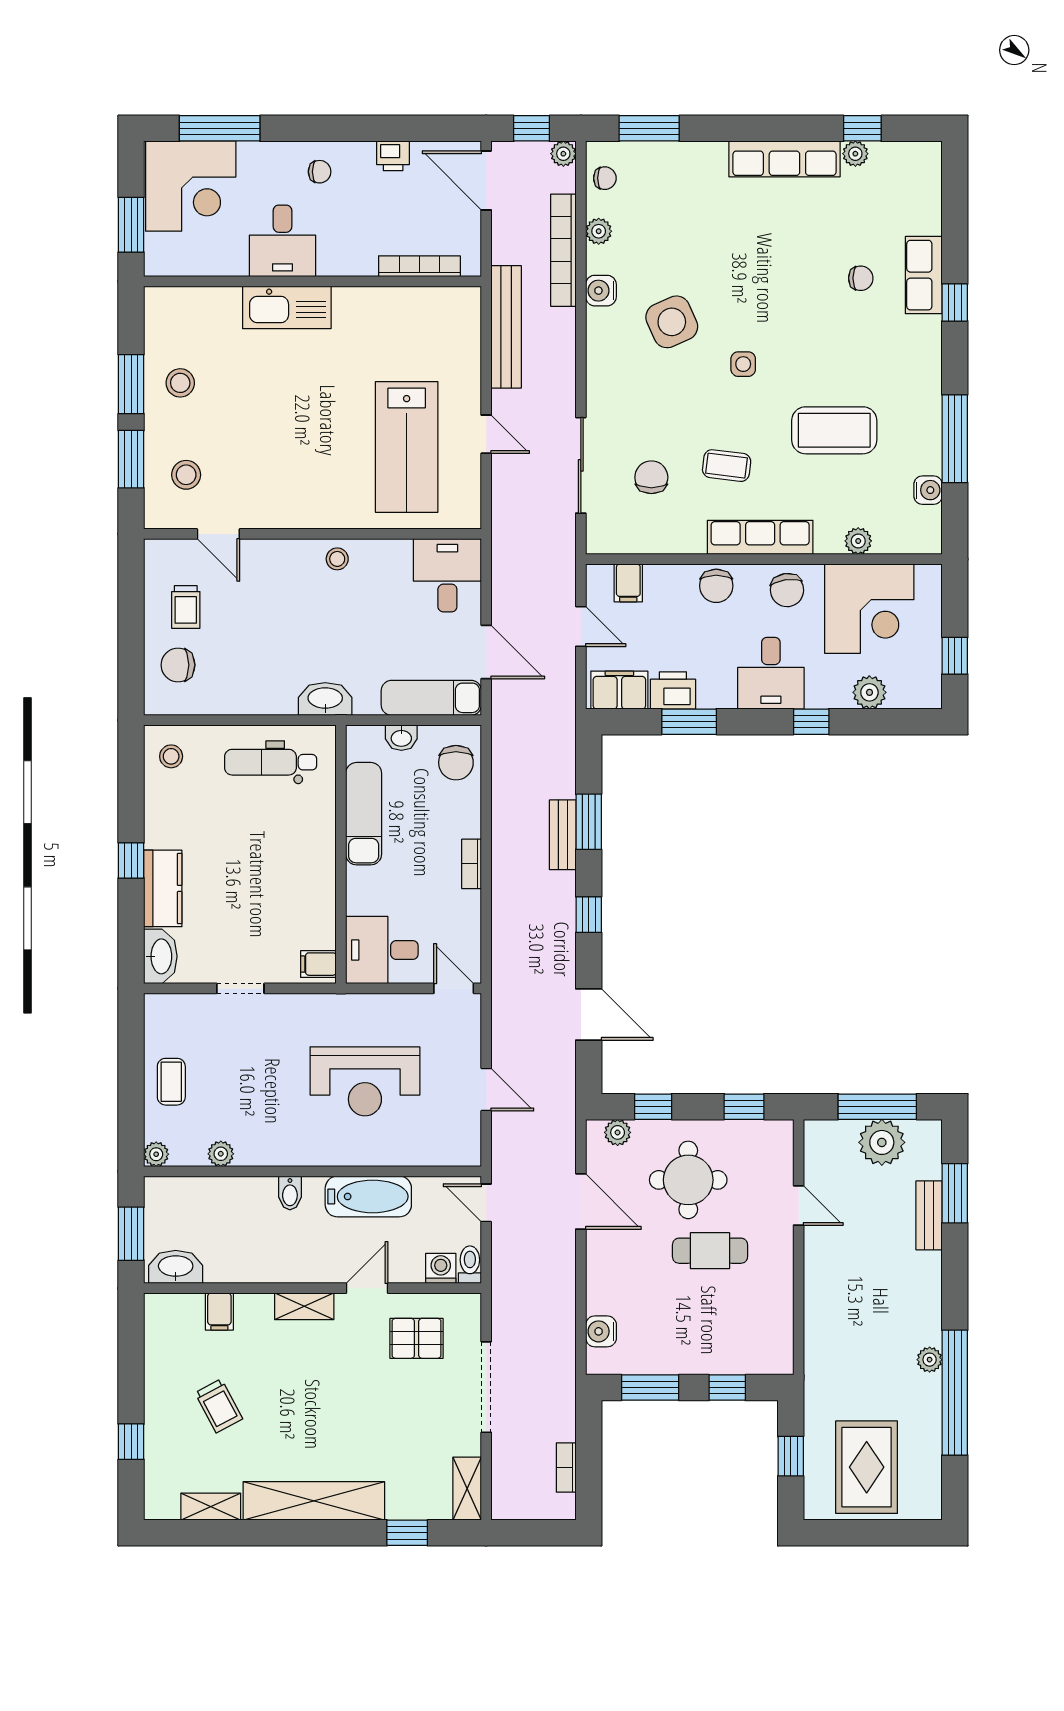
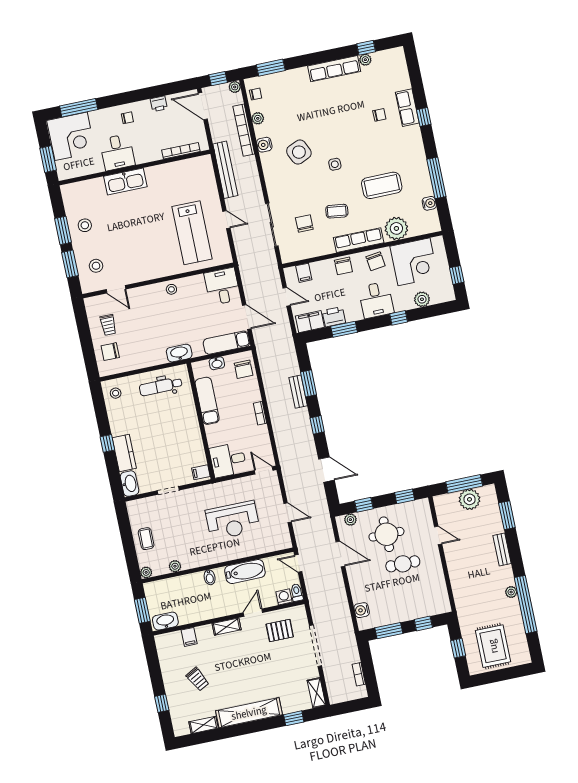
plant: (858, 541) -> (396, 228), width x1.87, depth x1.87
bench: (929, 1215) -> (502, 549), moved

